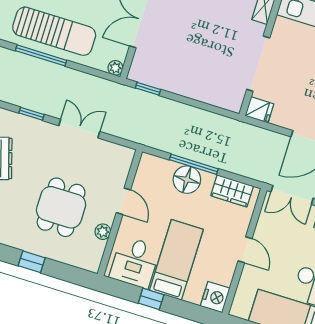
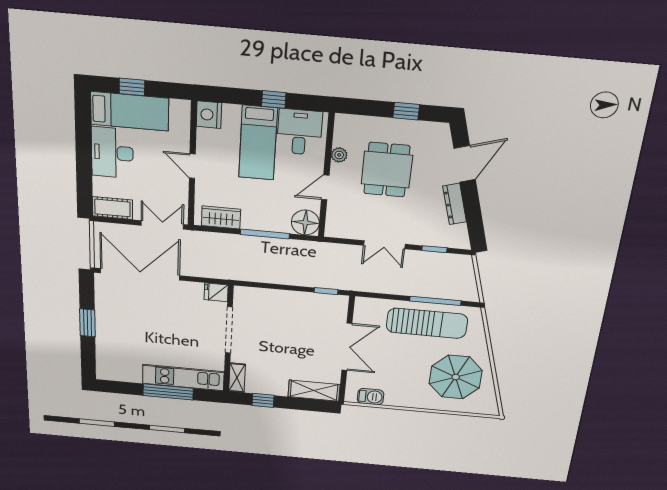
sun lounger: (54, 31) -> (427, 323), turned 180
plant: (115, 68) -> (361, 303), removed
floor lamp: (187, 180) -> (305, 223), moved
door: (123, 201) -> (325, 187), hinge flipped

